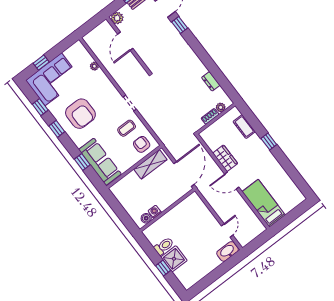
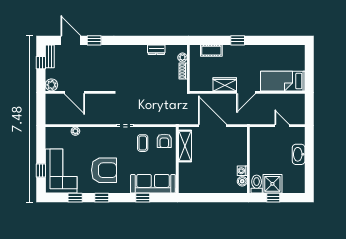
armchair: (142, 144) -> (164, 141), turned -90
wall: (167, 210) -> (248, 160), moved
washing machine: (155, 212) -> (242, 171), moved
boiler: (146, 218) -> (242, 181), moved
washbasin: (228, 251) -> (299, 154), moved

